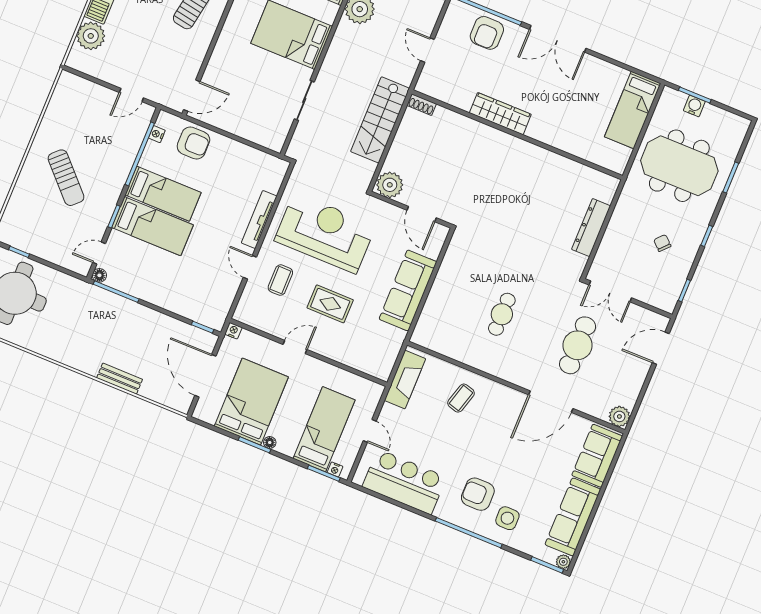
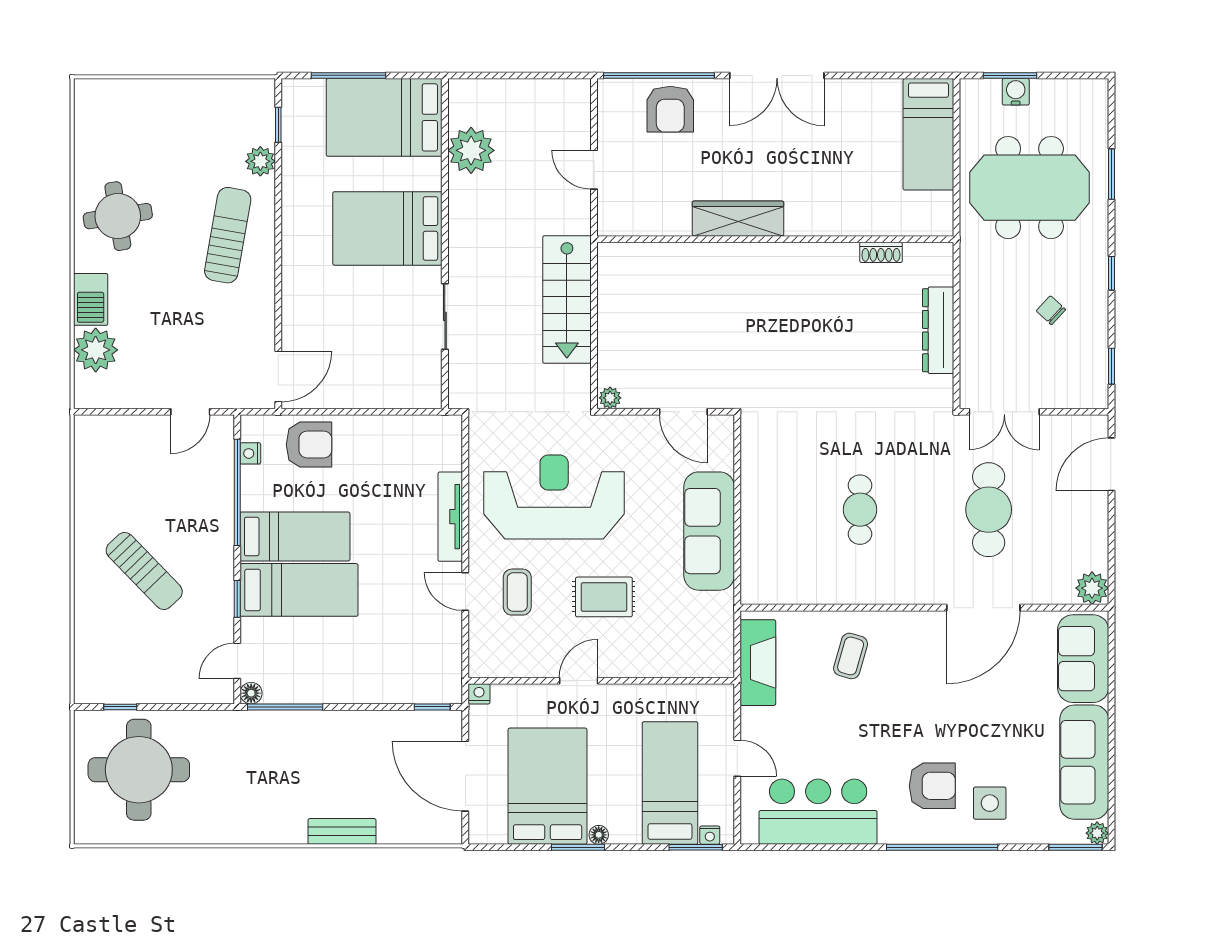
shoe rack: (422, 105) -> (881, 252), moved
plant: (390, 185) -> (610, 398), width x0.53, depth x0.53
armchair: (478, 494) -> (932, 786), turned 180

